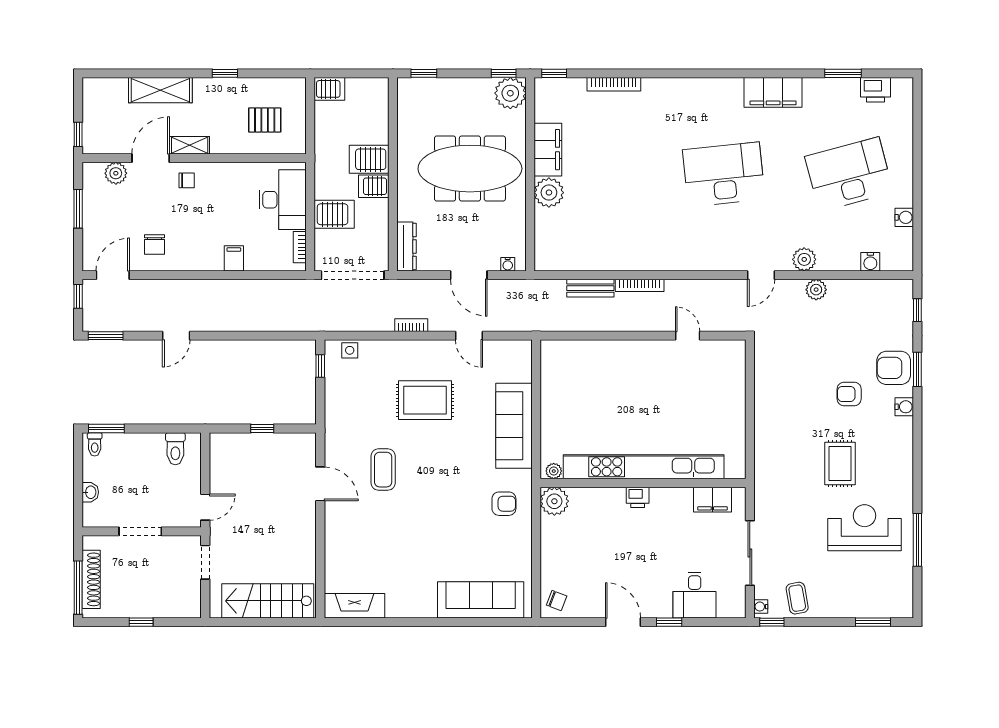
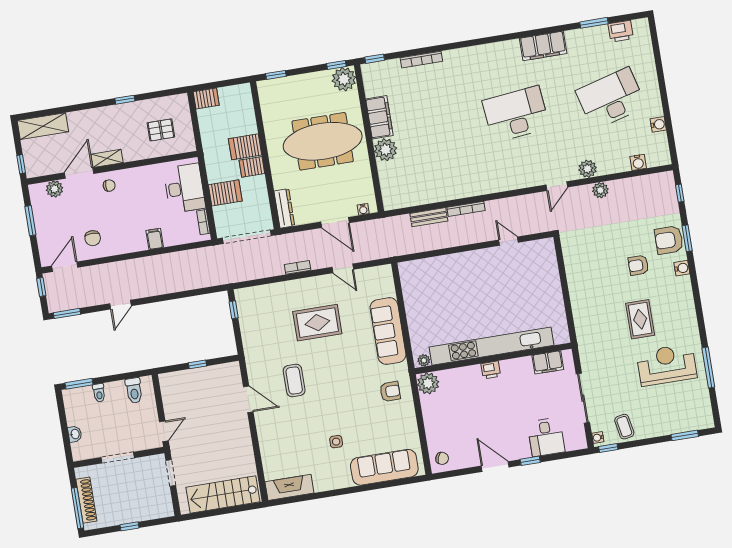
shelving: (160, 90) -> (43, 126), moved
side table: (350, 350) -> (336, 442), moved
toilet: (95, 444) -> (99, 393), moved

